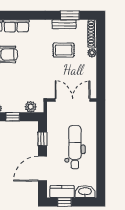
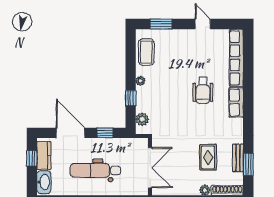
dental chair: (75, 147) -> (95, 170), turned 180

